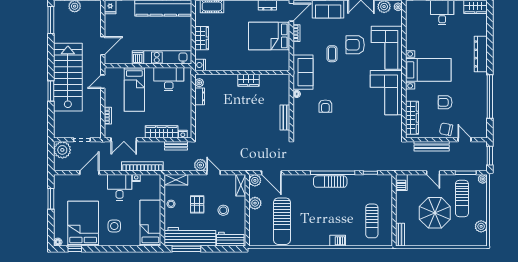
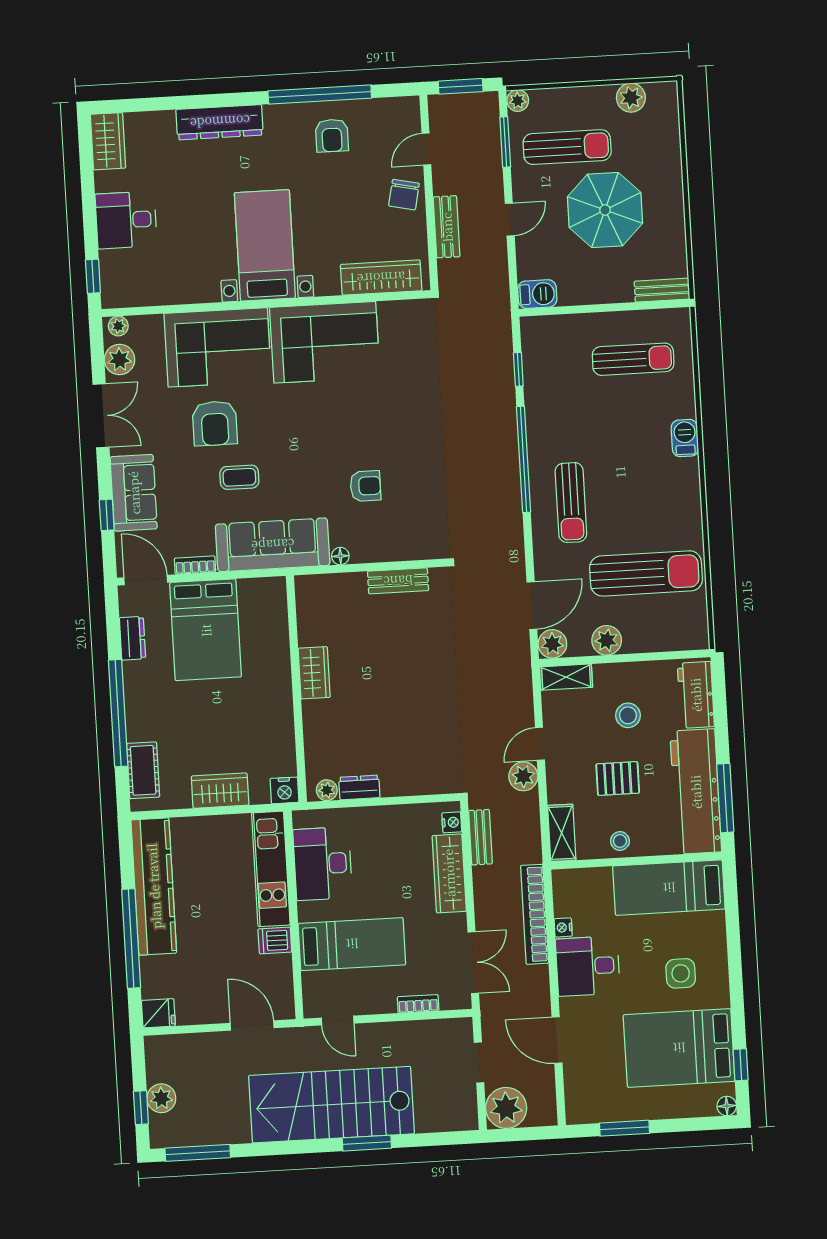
sofa: (303, 72) -> (273, 545), width x1.36
armchair: (445, 102) -> (332, 135), moved
bench: (432, 146) -> (447, 227), width x0.73
sun lounger: (330, 182) -> (571, 503), moved

